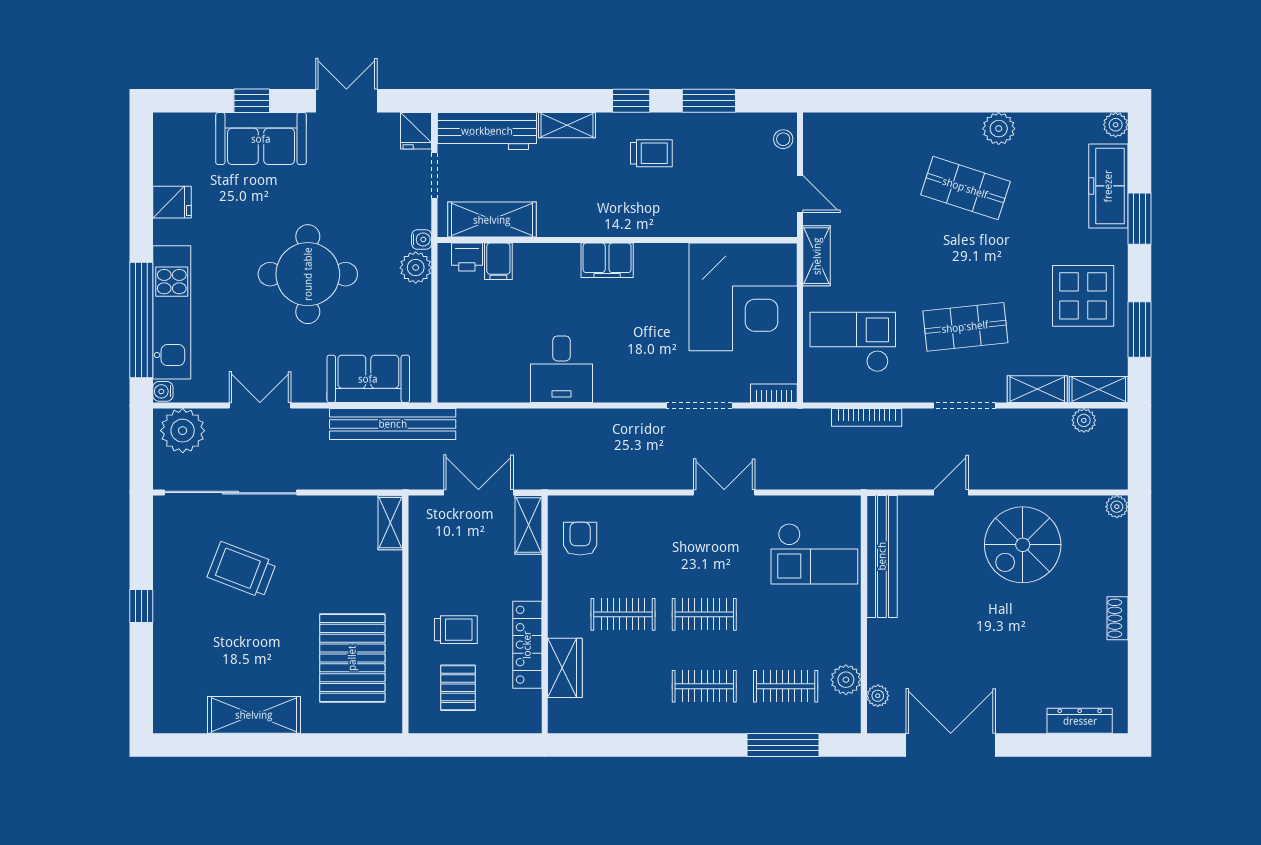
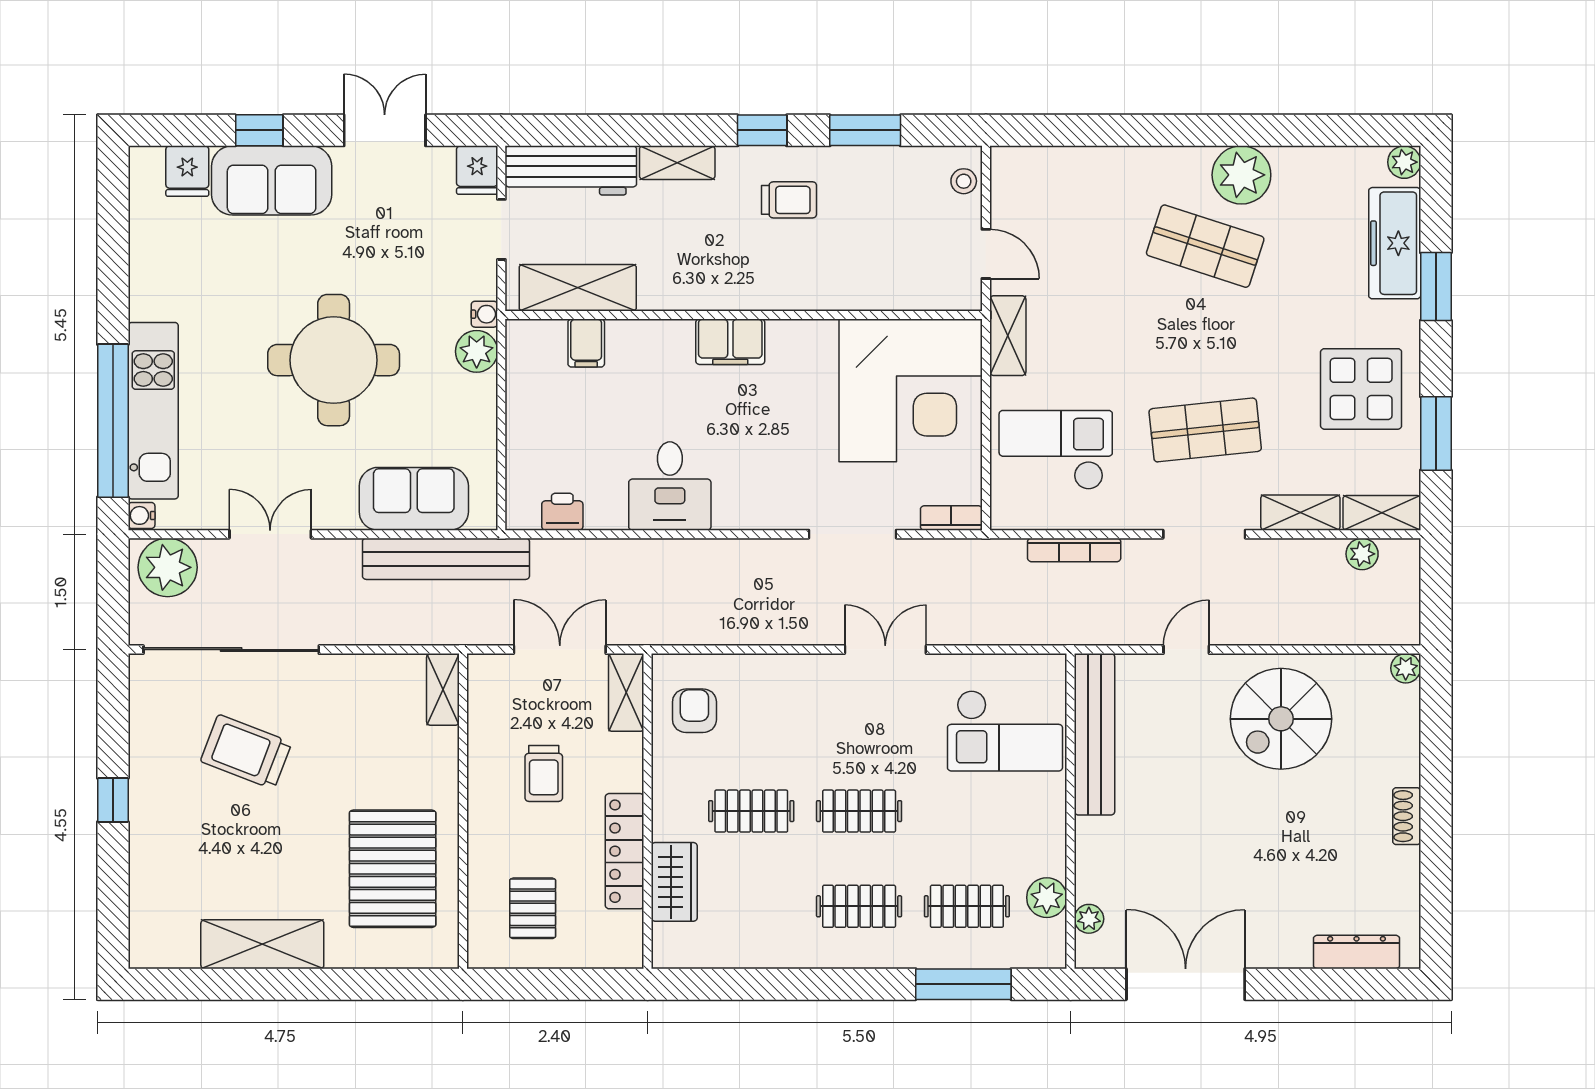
plant: (999, 129) -> (1241, 175), width x1.36, depth x1.36
fridge: (172, 202) -> (187, 171), moved, turned 90
printer: (467, 257) -> (562, 512), moved, turned 180
trolley: (456, 630) -> (544, 773), moved, turned 90

